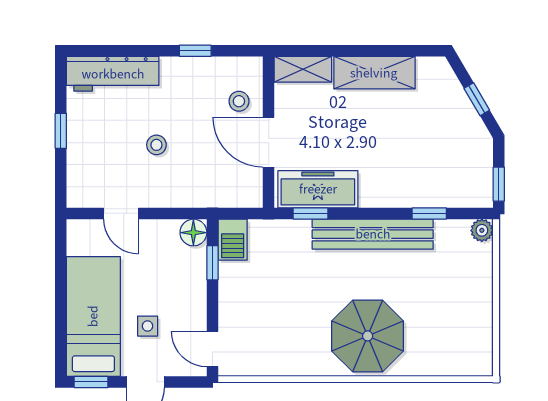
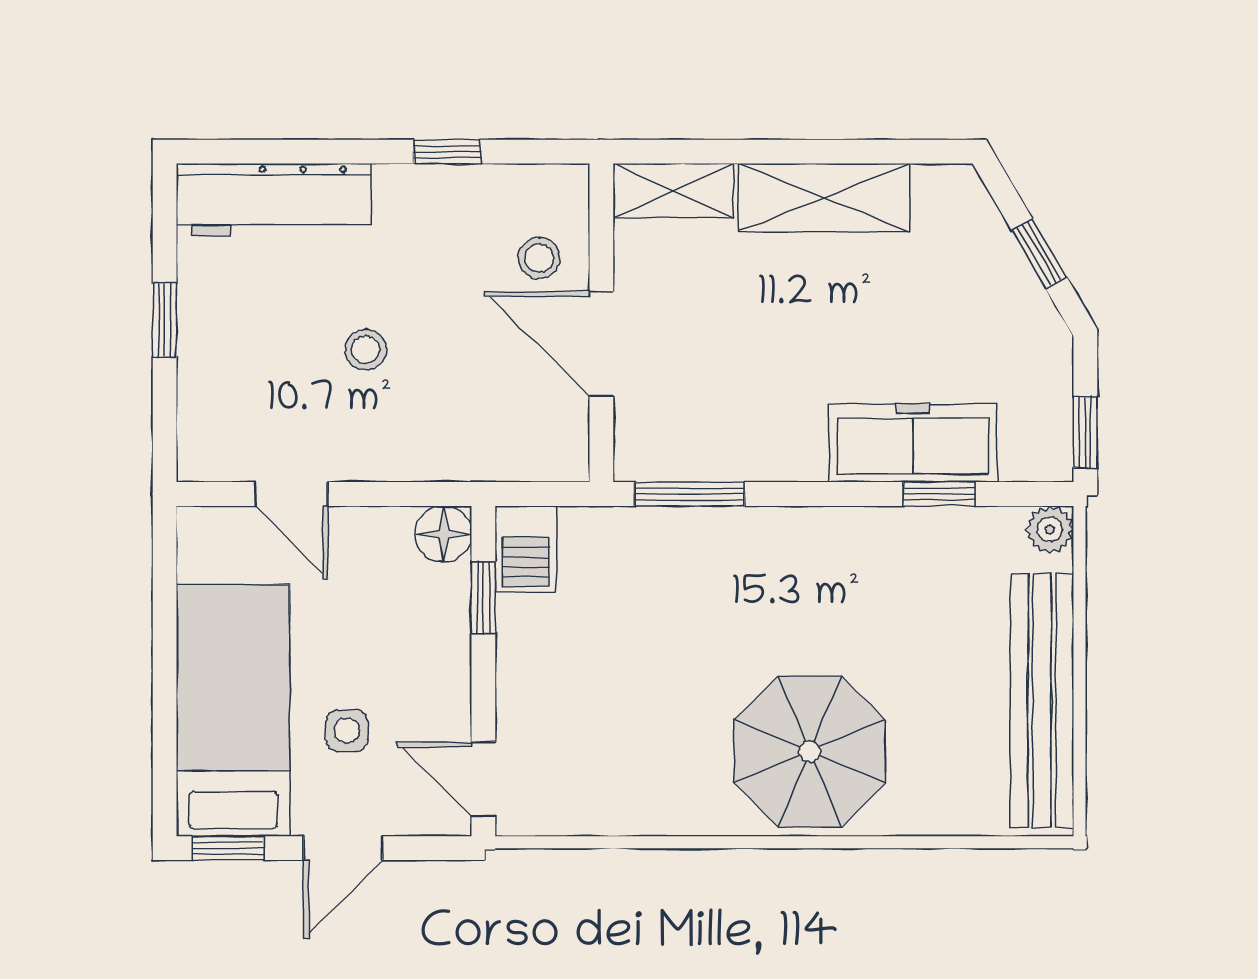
freezer: (318, 189) -> (913, 443), moved
window: (311, 213) -> (690, 494), width x1.50
bench: (373, 234) -> (1042, 701), moved, turned 90

